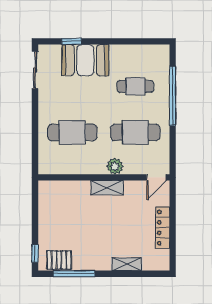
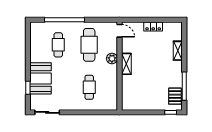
cafe table: (72, 132) -> (89, 87), width x0.73, depth x0.74
locker: (163, 228) -> (153, 26), width x0.66

